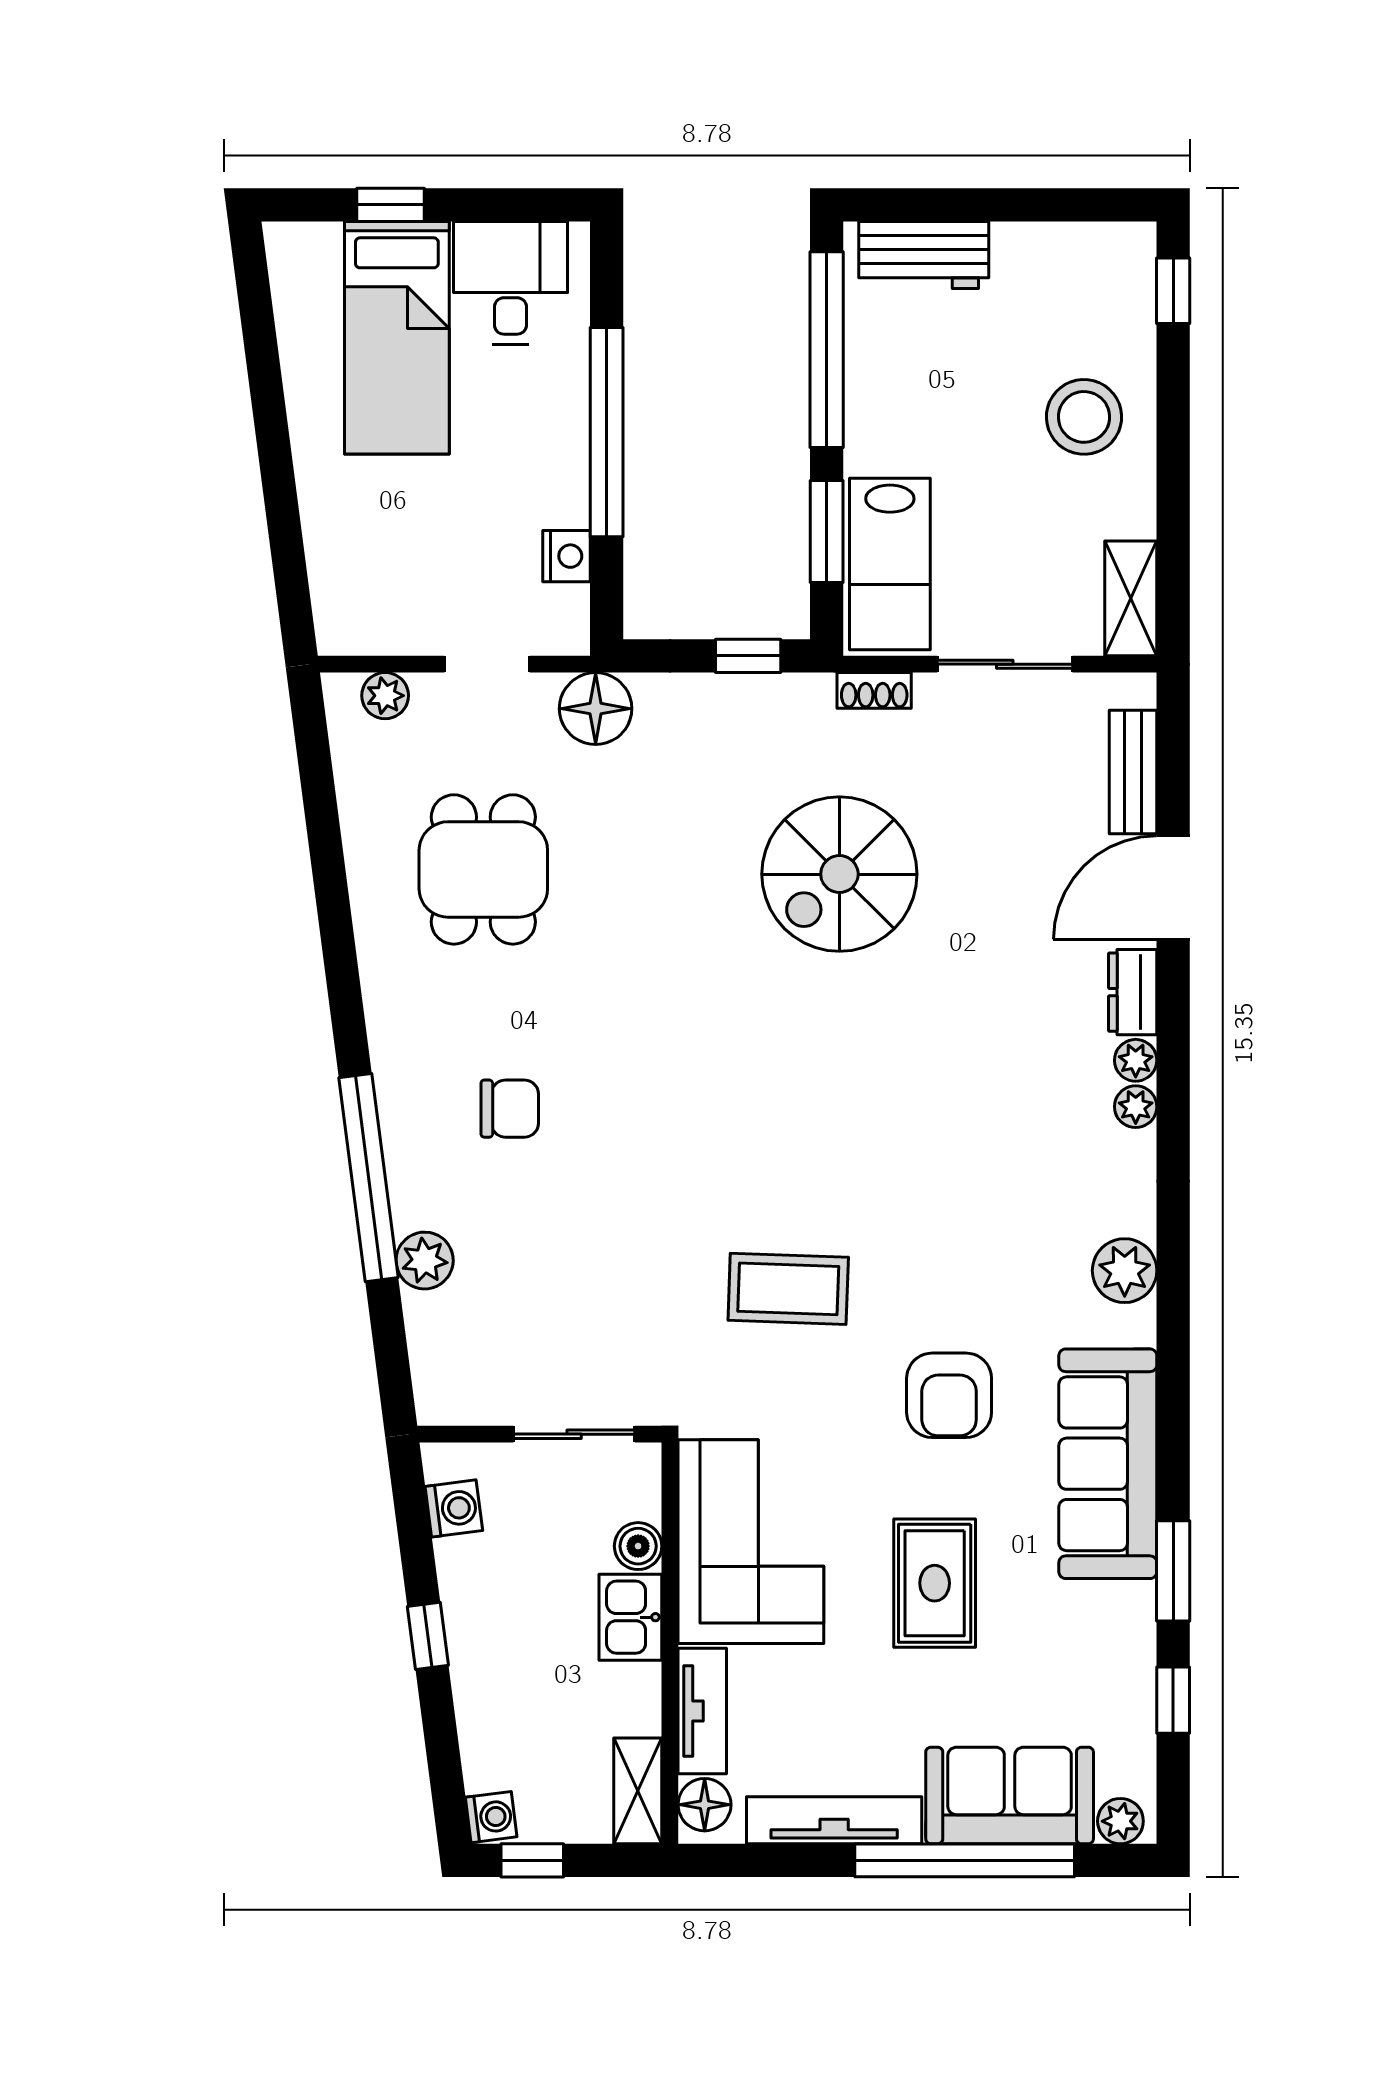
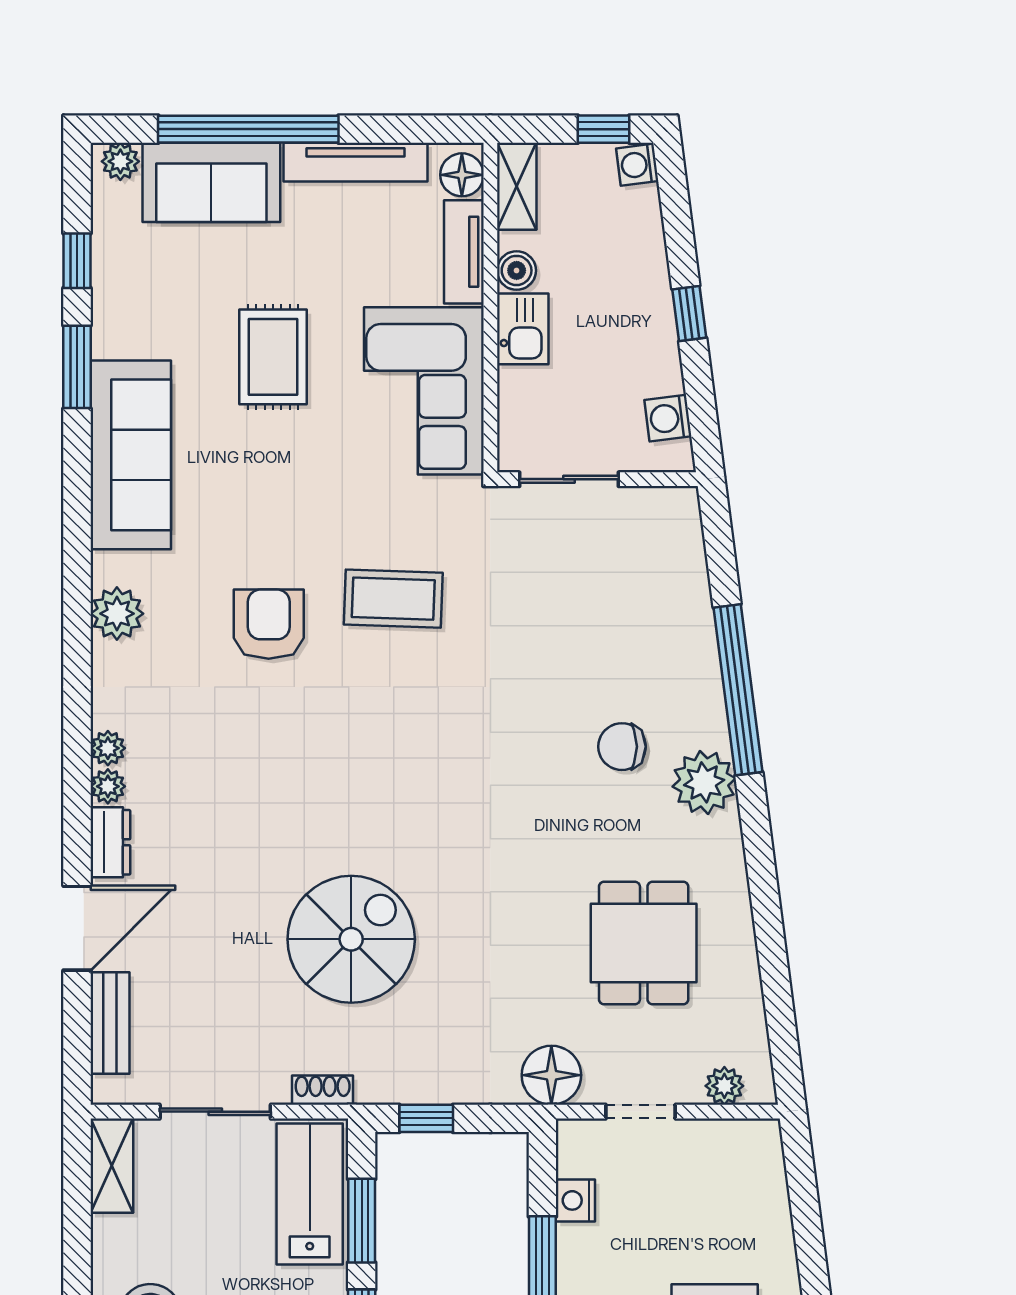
plant: (425, 1261) -> (704, 782), moved, width x1.36, depth x1.36
armchair: (949, 1395) -> (269, 624), moved
boiler: (638, 1546) -> (517, 270), moved

